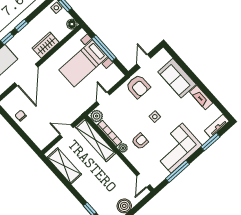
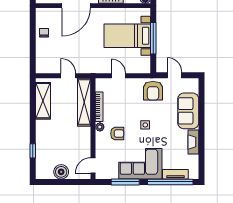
door: (144, 61) -> (175, 75), hinge flipped
door: (103, 98) -> (119, 76), hinge flipped
plant: (97, 116) -> (101, 85), removed
tv unit: (217, 126) -> (175, 174), moved
window: (210, 142) -> (170, 182), width x2.11

